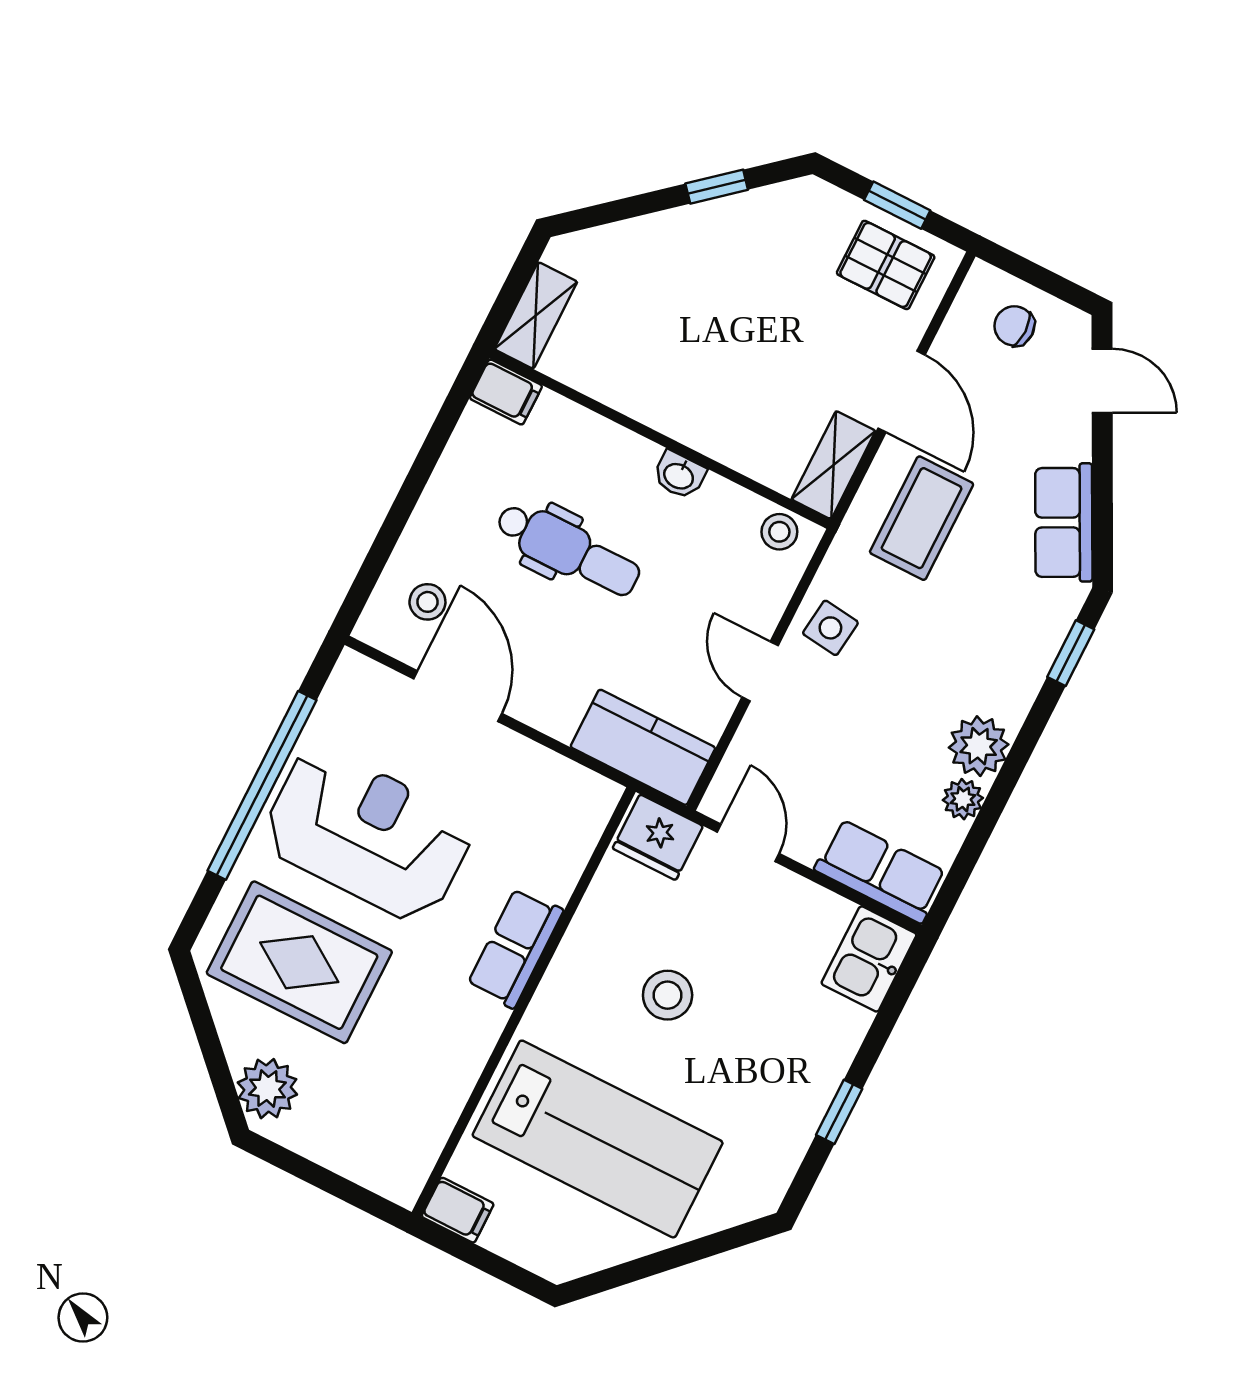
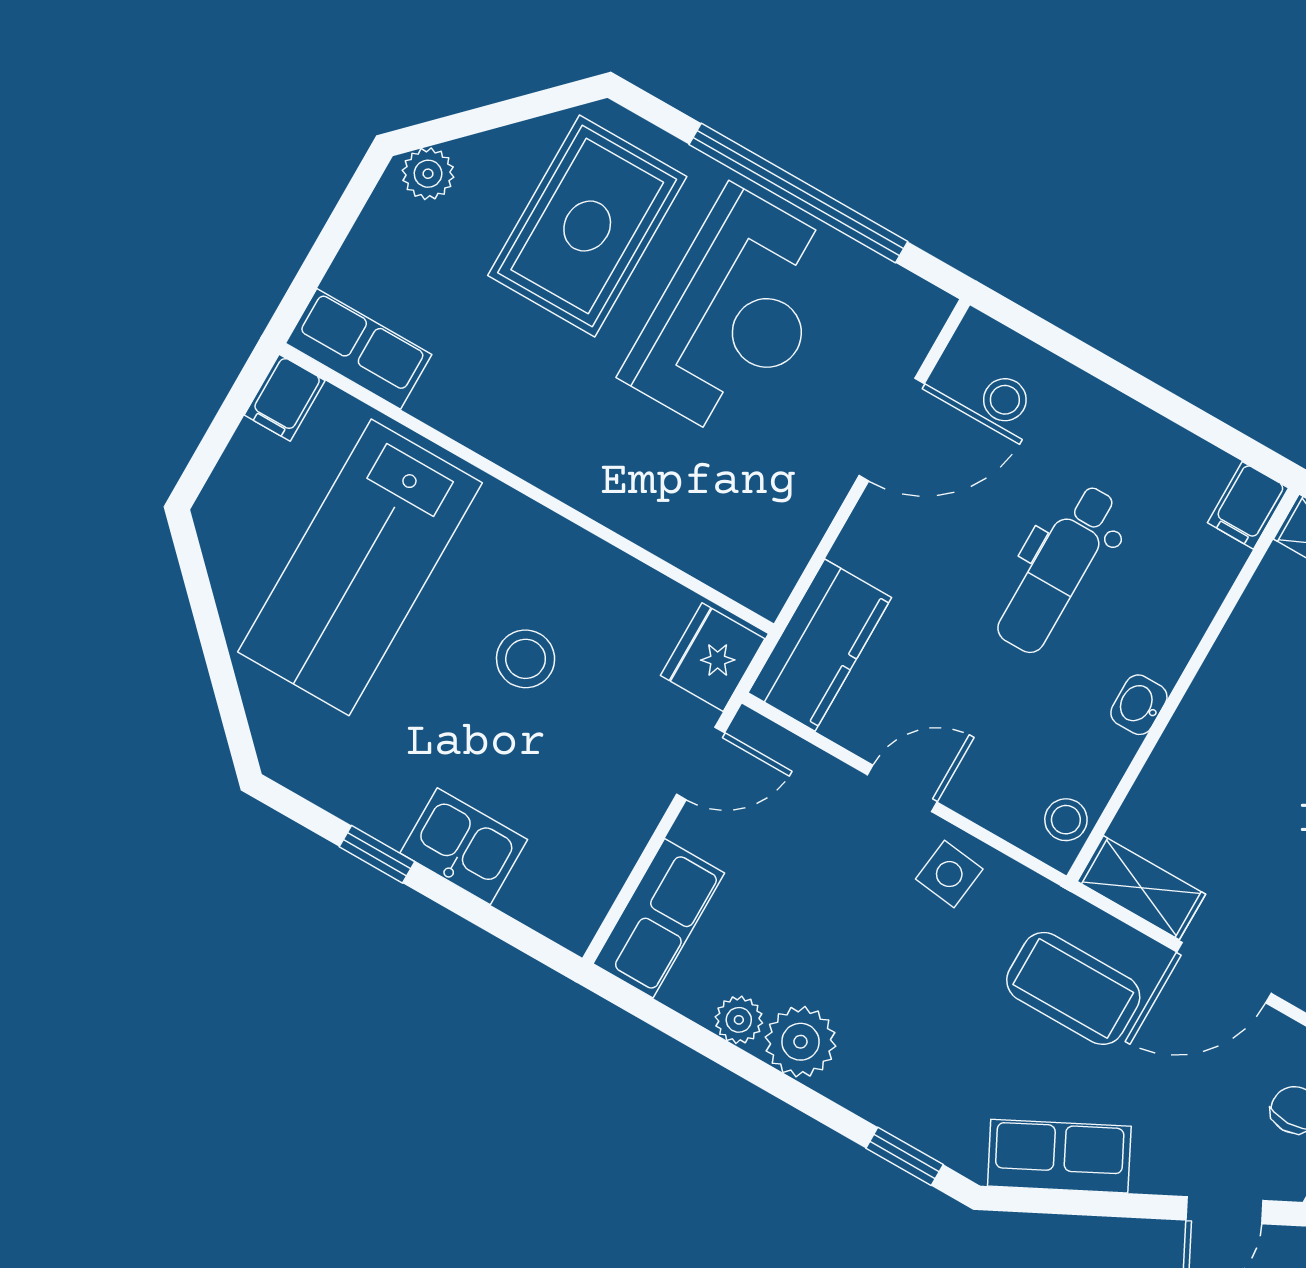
row of seats: (515, 948) -> (359, 349), moved
kitchen sink: (869, 959) -> (464, 846), moved
plant: (267, 1089) -> (428, 174), width x0.73, depth x0.73

